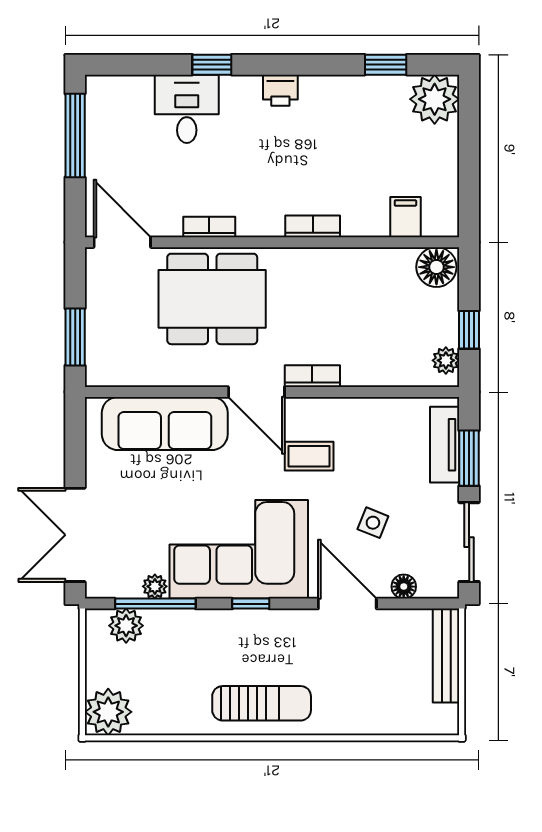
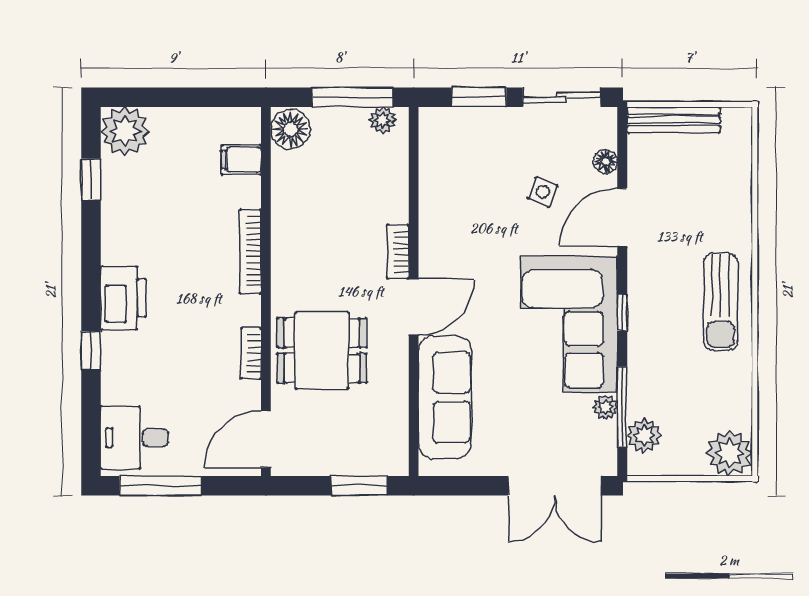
printer: (280, 90) -> (123, 298), width x1.87, depth x1.48
desk: (187, 109) -> (134, 438), moved
bookcase: (313, 226) -> (250, 251), width x1.56
dining table: (212, 299) -> (322, 350), width x0.73
window: (469, 330) -> (352, 97), width x2.17
tv unit: (445, 445) -> (466, 121), removed
coffee table: (309, 456) -> (477, 255), removed
sun lounger: (262, 703) -> (721, 302), turned 180

